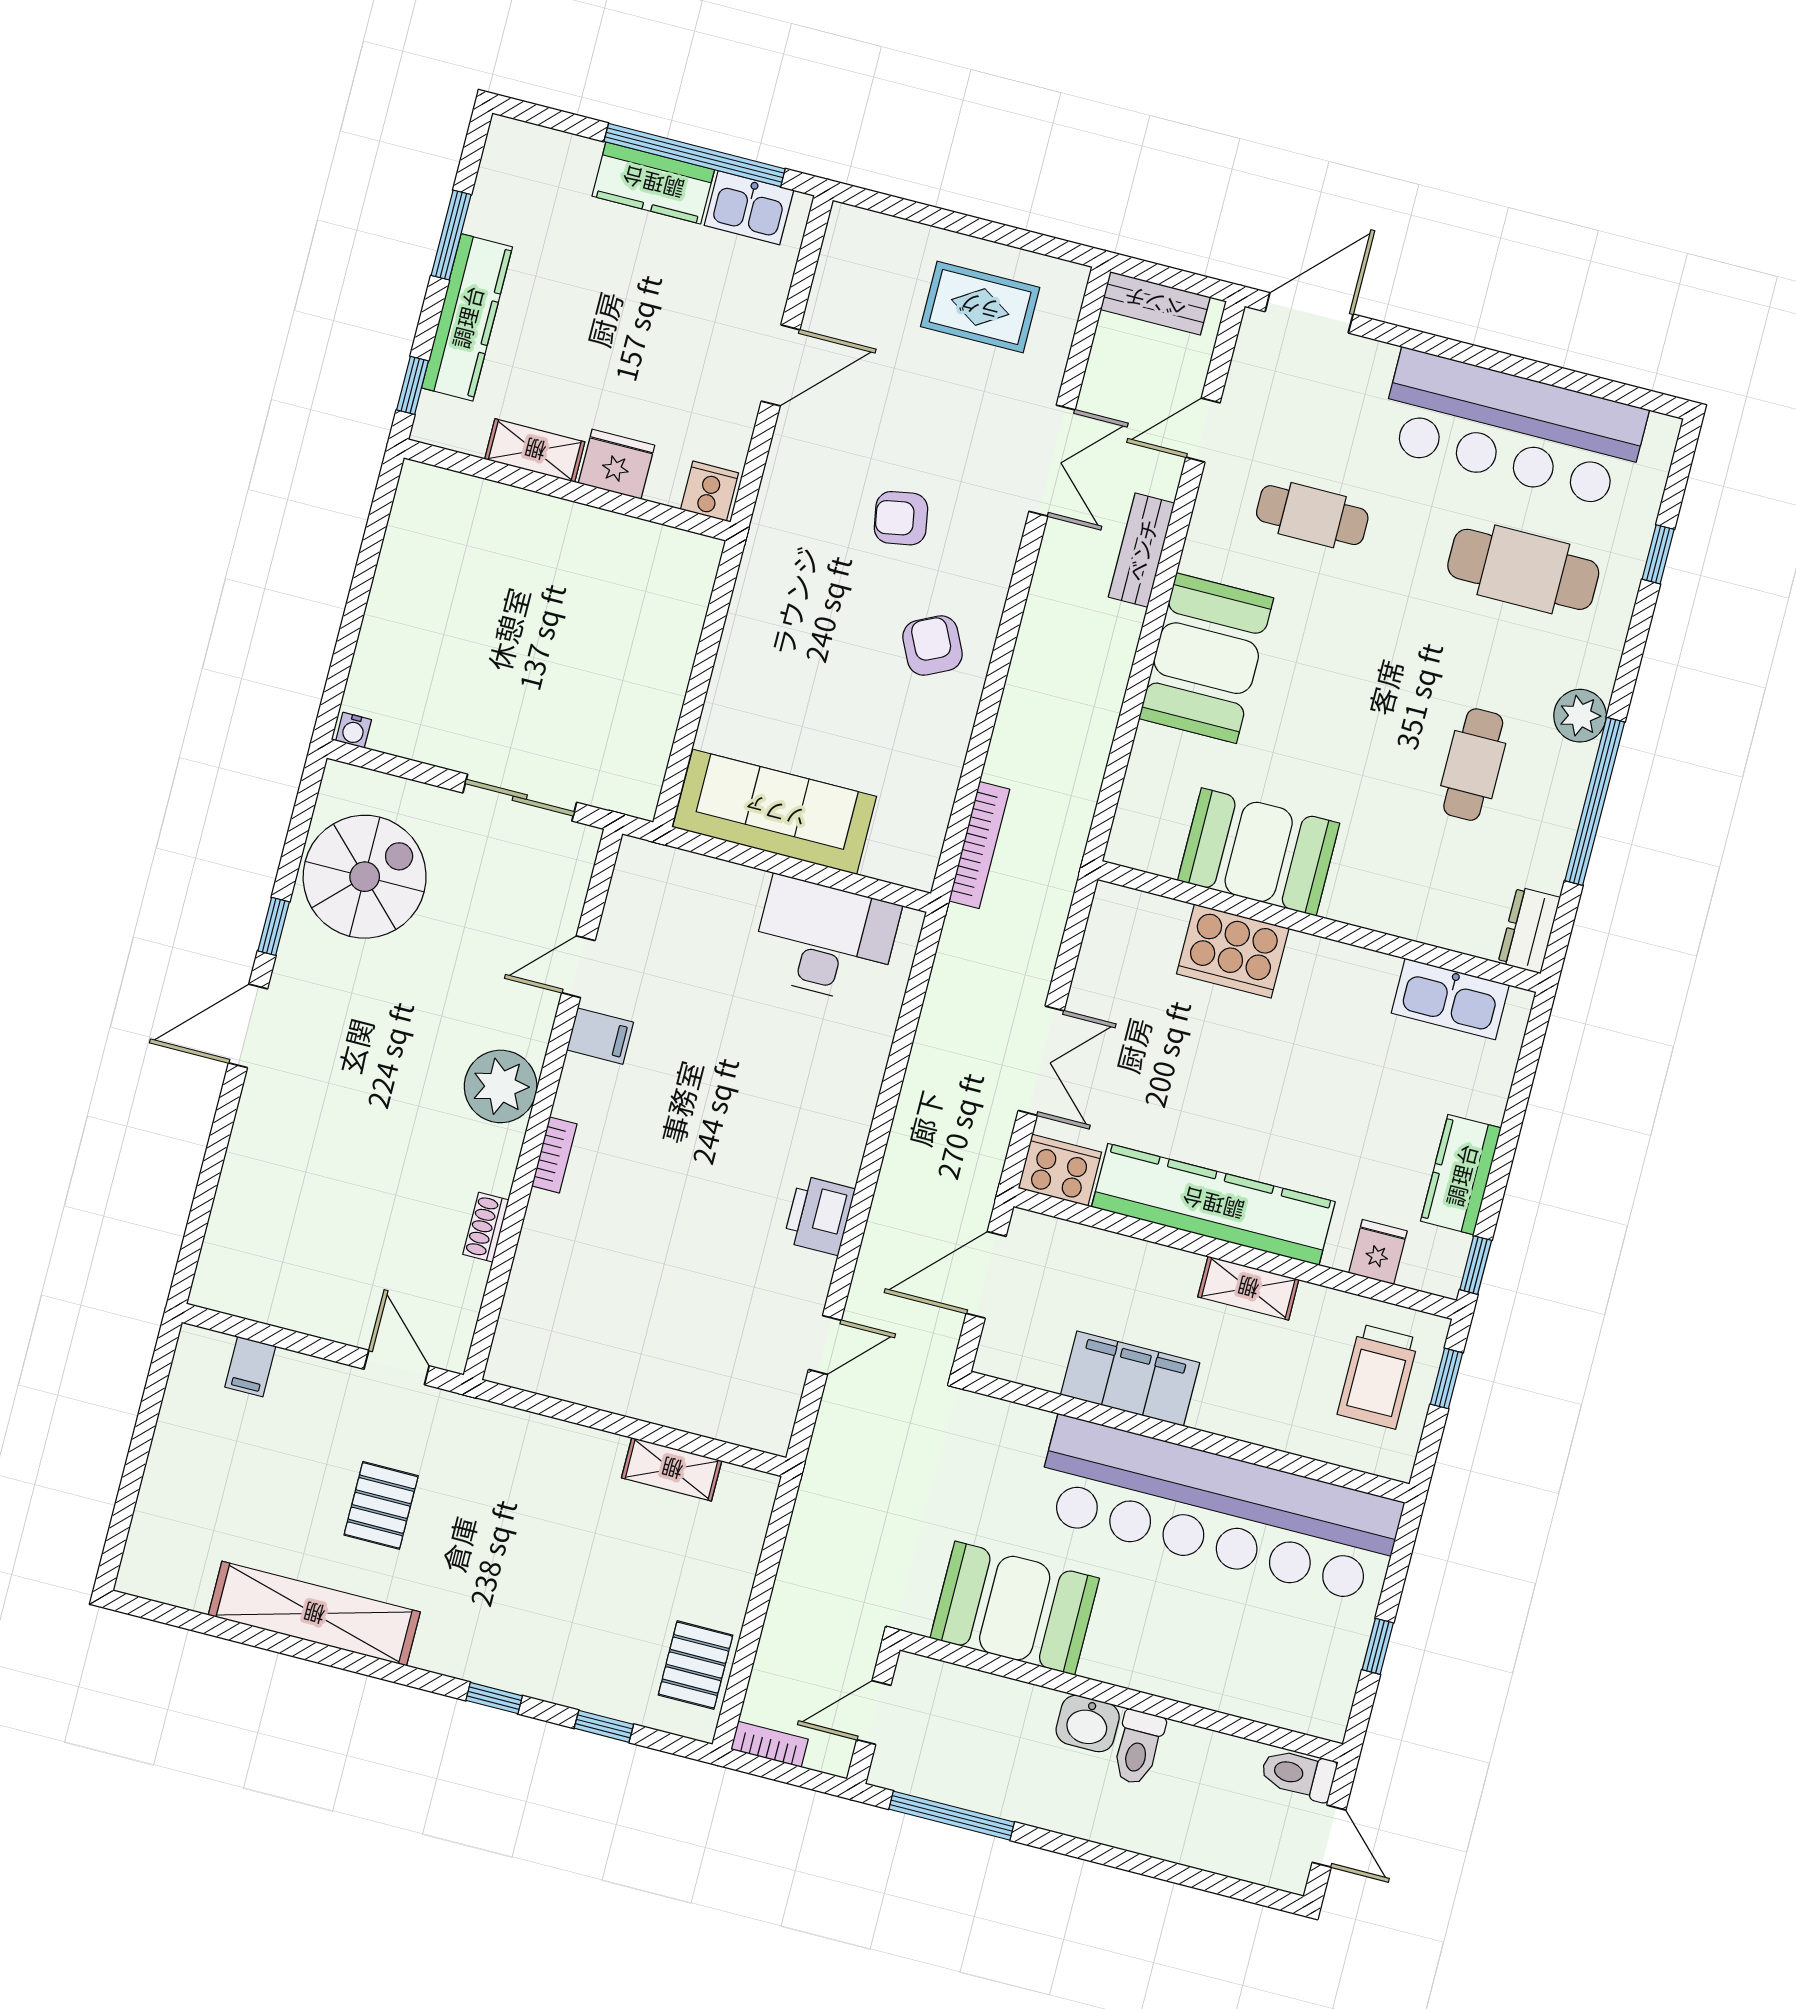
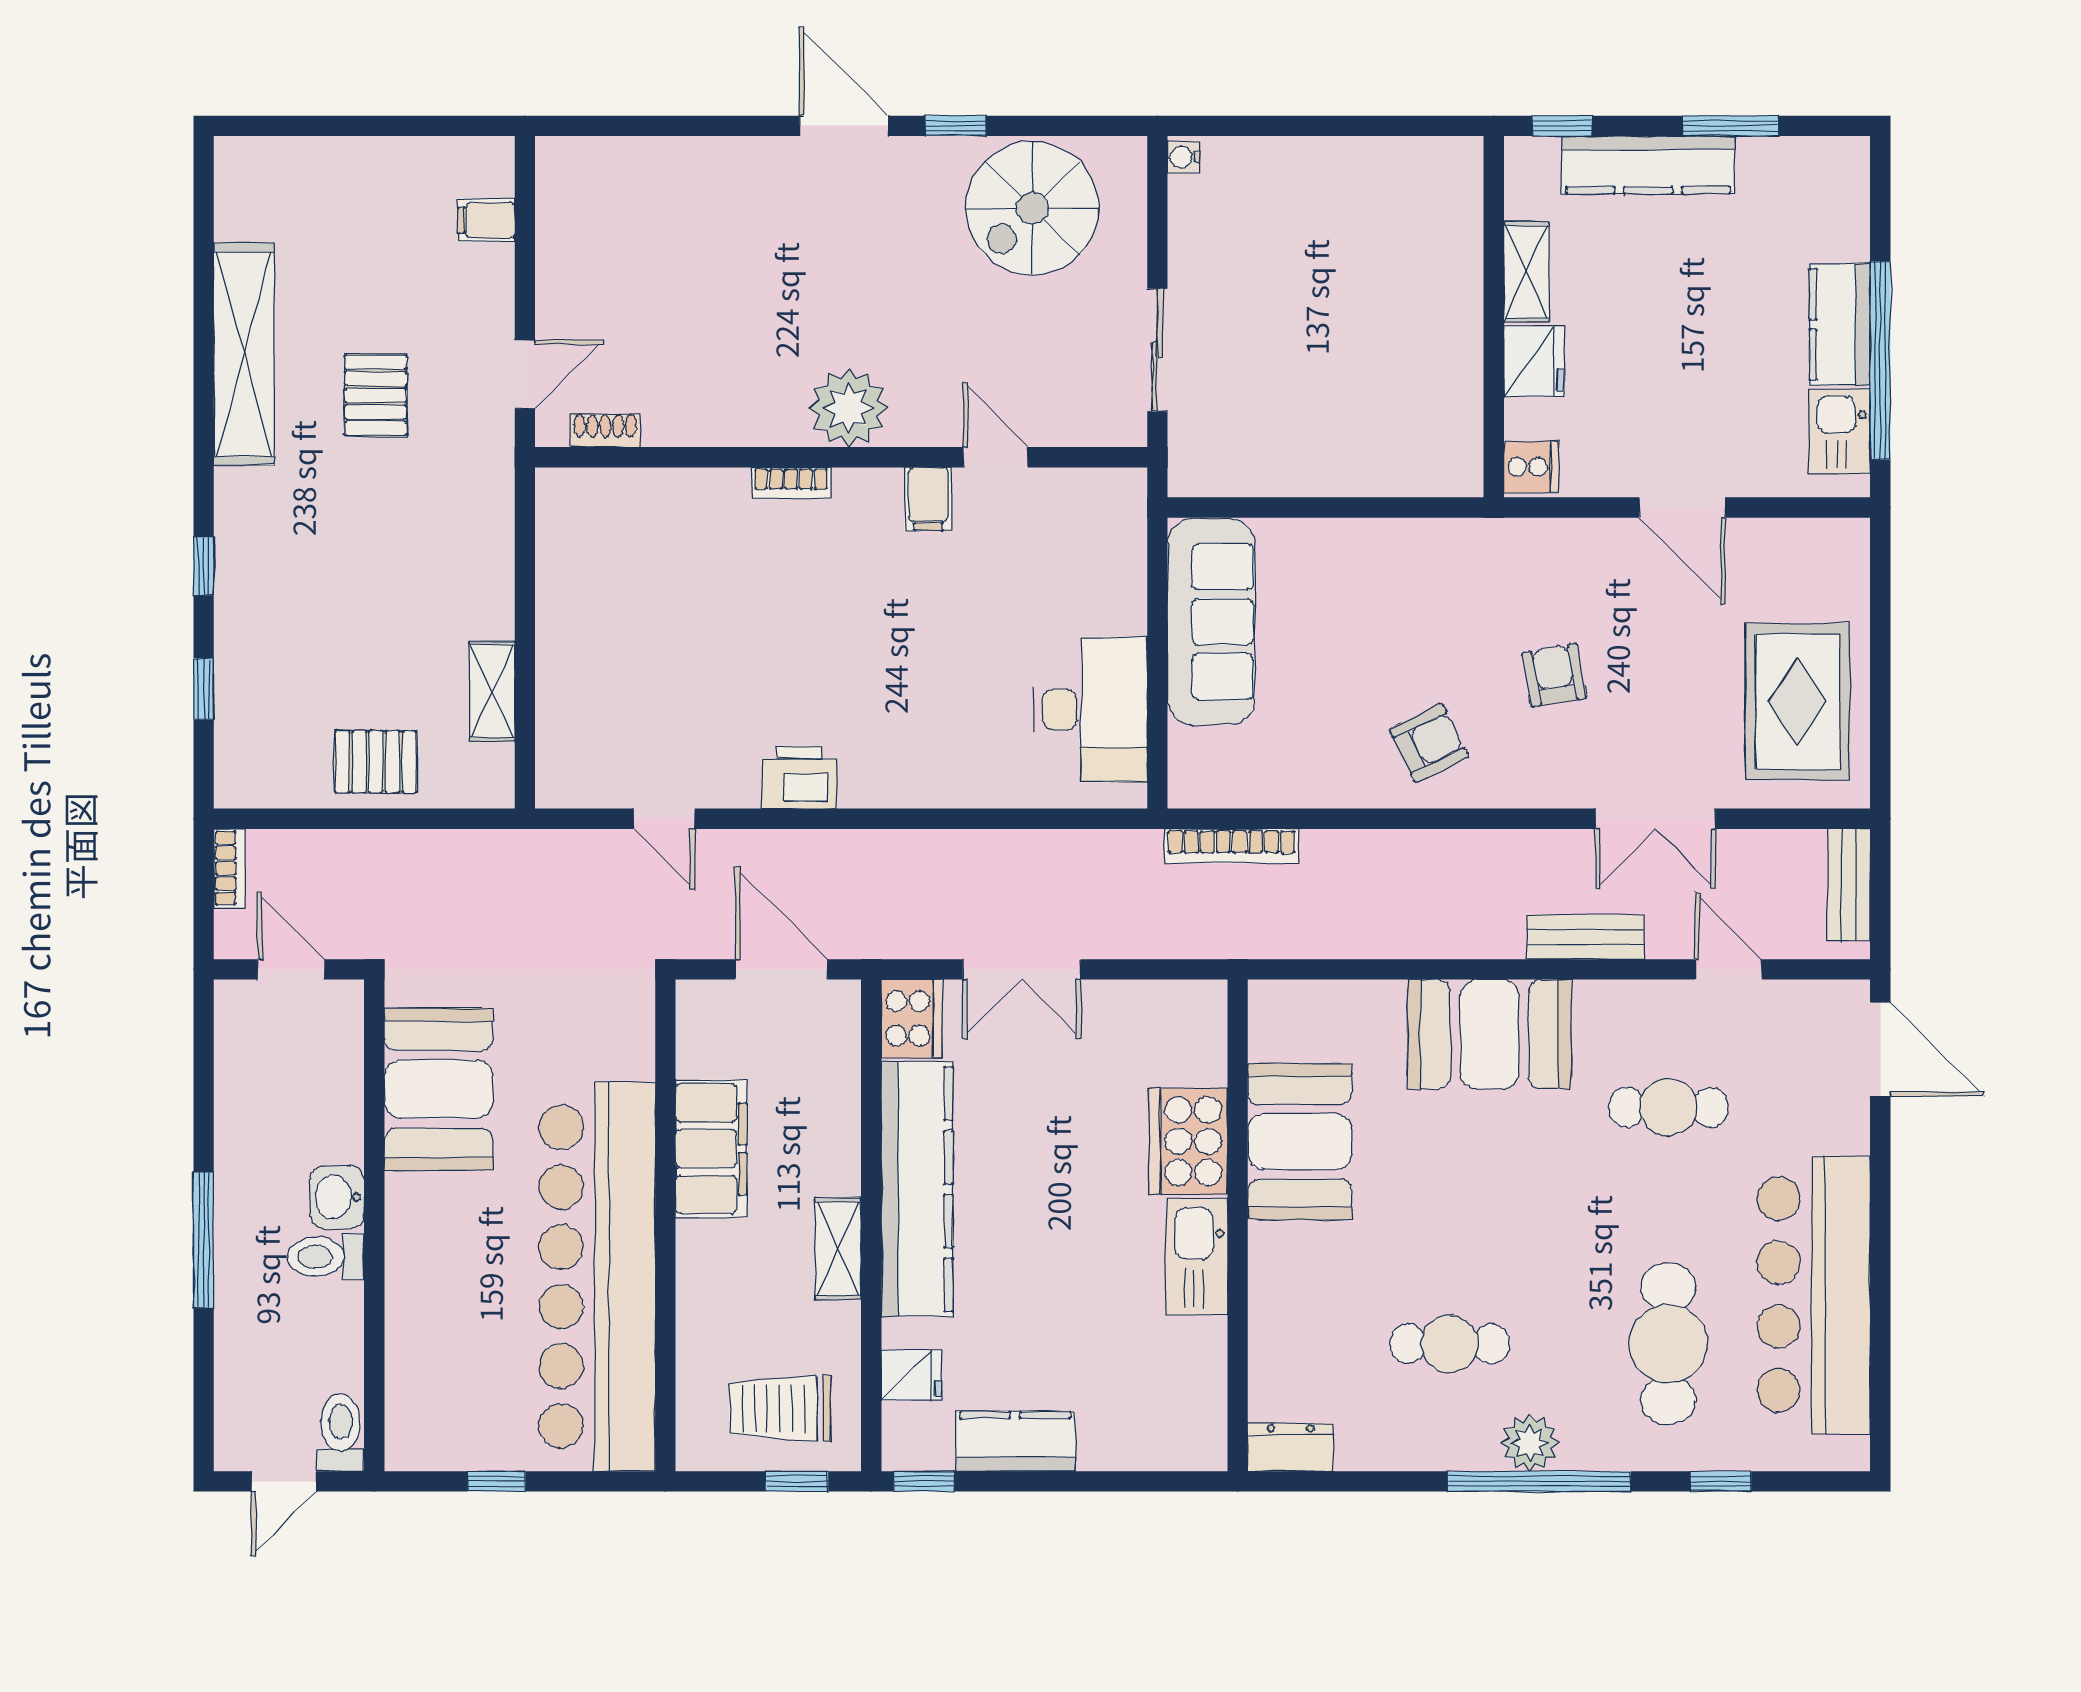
rug: (980, 307) -> (1798, 702), width x1.36, depth x1.43
cafe table: (1312, 515) -> (1668, 1107), turned 90
window: (1595, 801) -> (1539, 1481), moved
spiral stairs: (365, 877) -> (1032, 208), turned 90
kitchen sink: (1450, 999) -> (1197, 1257), moved
shoe rack: (486, 1227) -> (605, 430), moved
pallet: (381, 1505) -> (376, 395), turned 90
pallet: (695, 1665) -> (376, 762), moved
window: (952, 1816) -> (204, 1240), moved

